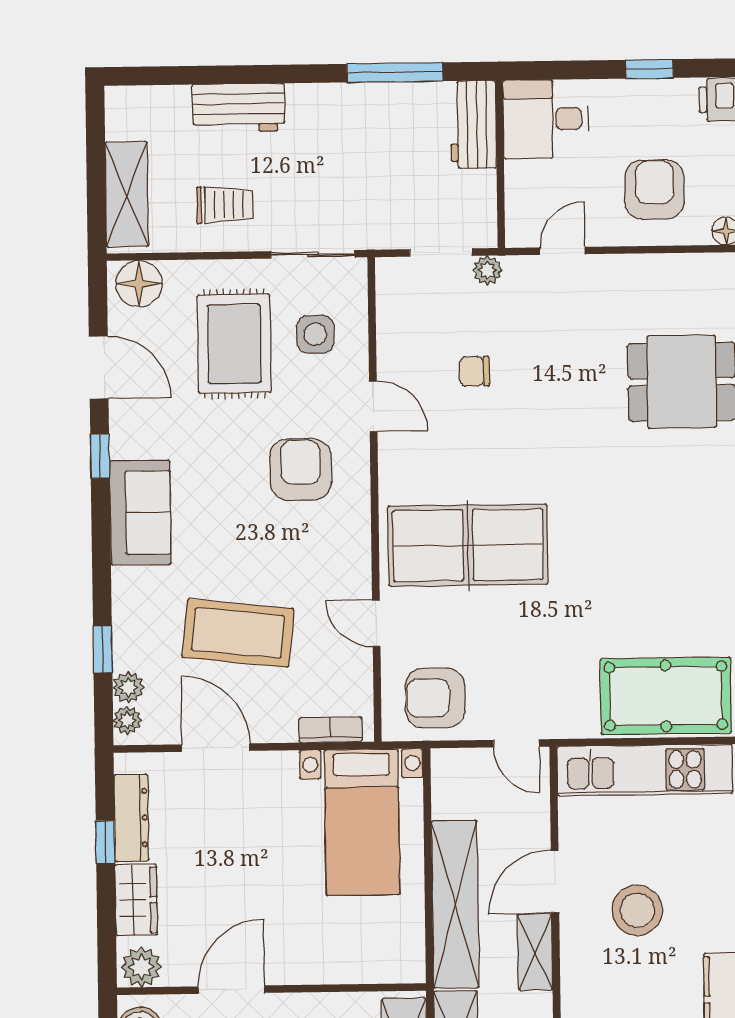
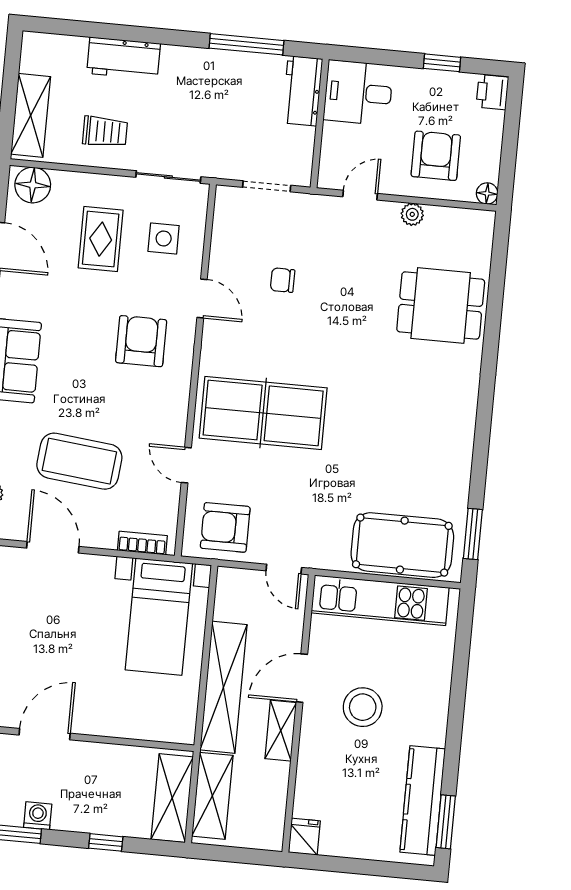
plant: (488, 270) -> (412, 214), moved
rug: (234, 344) -> (101, 239), width x0.73, depth x0.70

